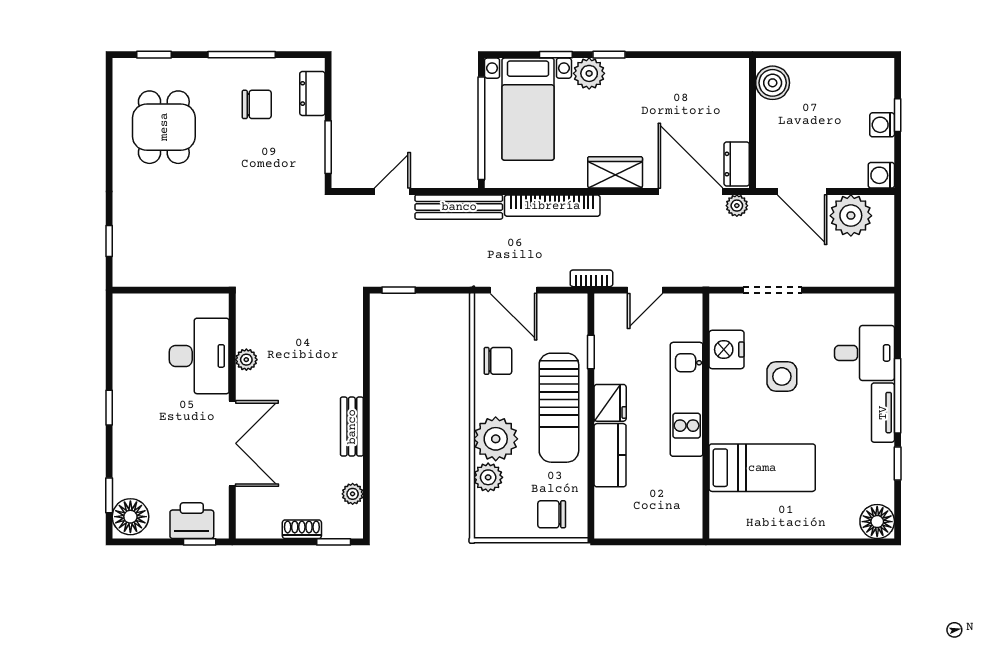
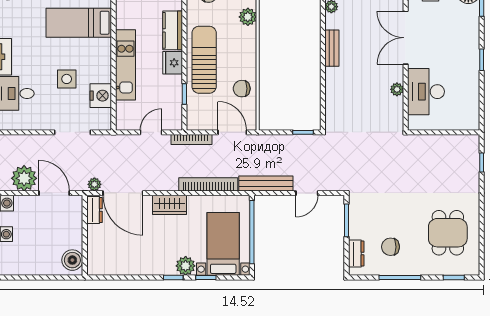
bookcase: (591, 278) -> (191, 140), width x1.56
plant: (496, 439) -> (243, 41), removed

